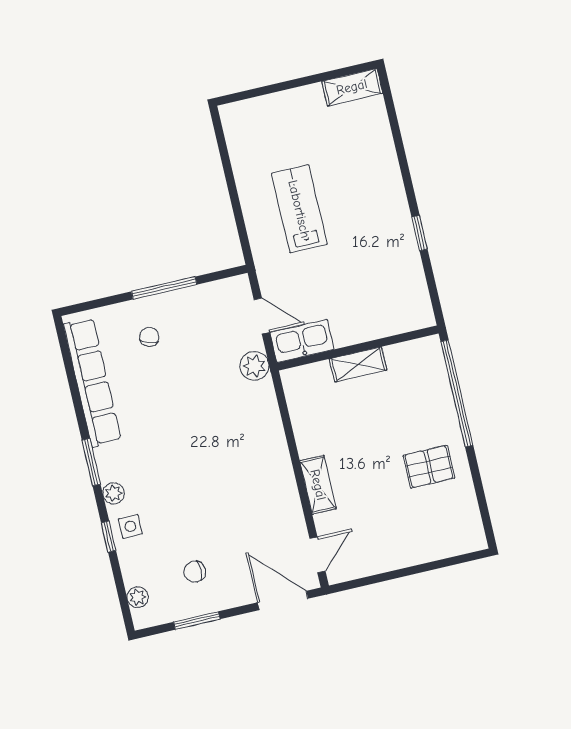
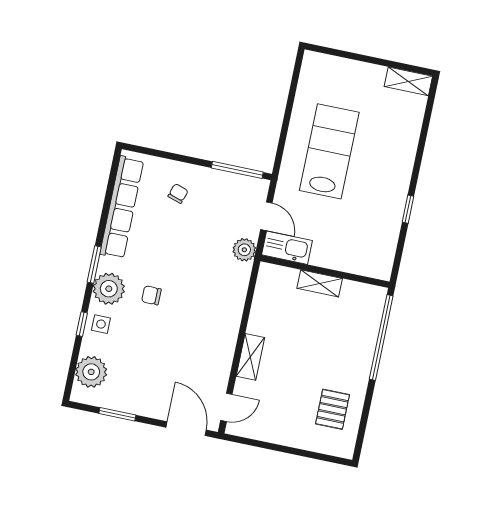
lab bench: (299, 209) -> (329, 151), width x1.36, depth x1.39
window: (164, 288) -> (237, 170), moved
pallet: (429, 467) -> (333, 409), moved, turned 90
plant: (114, 493) -> (109, 289), width x1.88, depth x1.88
chair: (195, 572) -> (151, 295), moved
plant: (138, 597) -> (91, 372), width x1.87, depth x1.87

